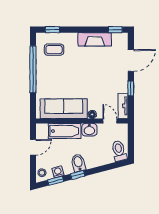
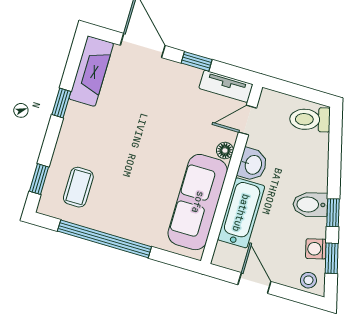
window: (115, 30) -> (61, 103), moved
fireplace: (95, 39) -> (91, 71), moved

